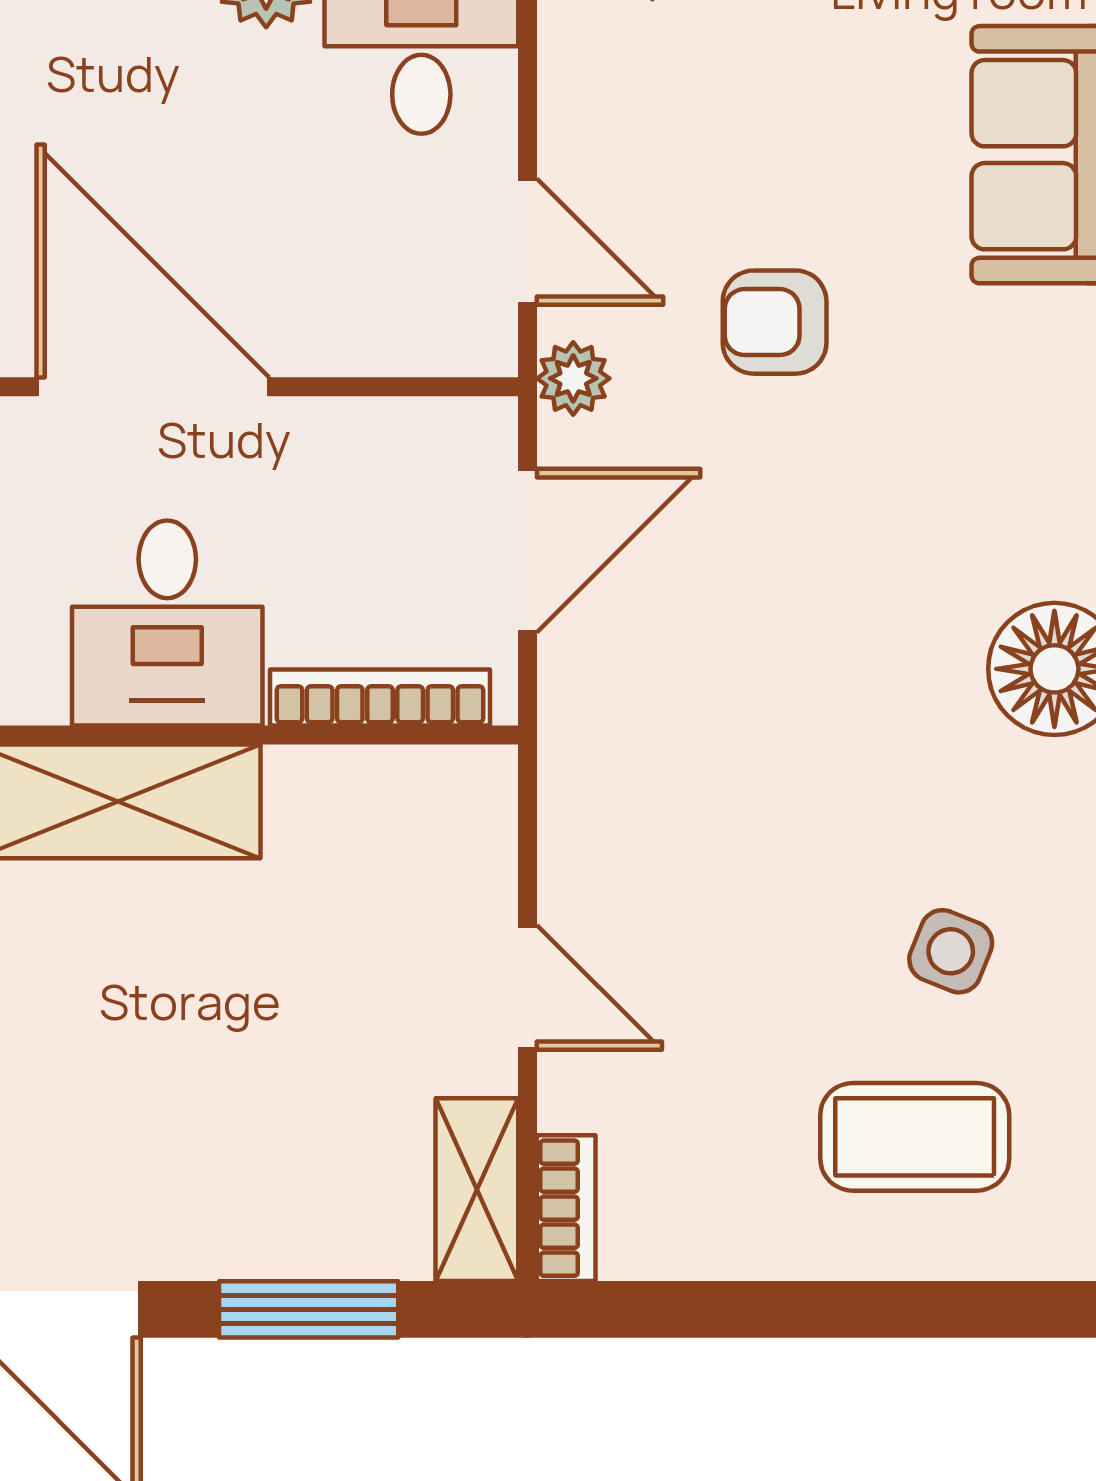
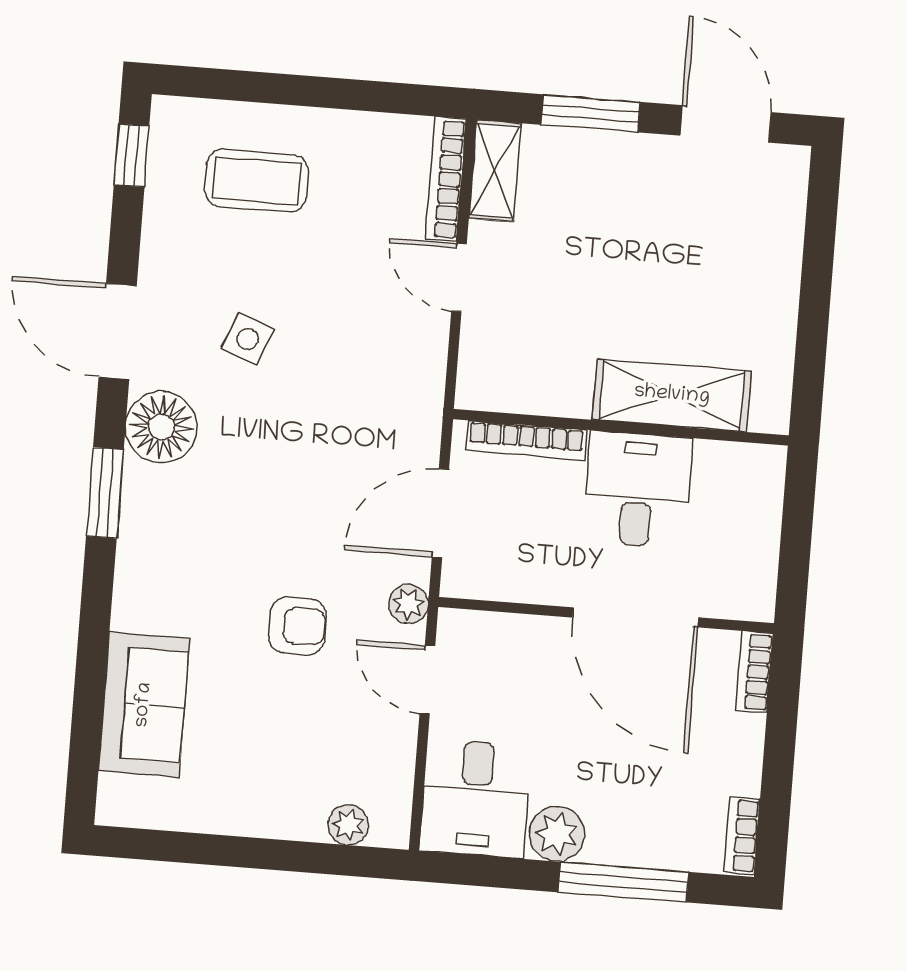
side table: (951, 951) -> (248, 339), moved
bookcase: (566, 1208) -> (446, 179), width x1.56

